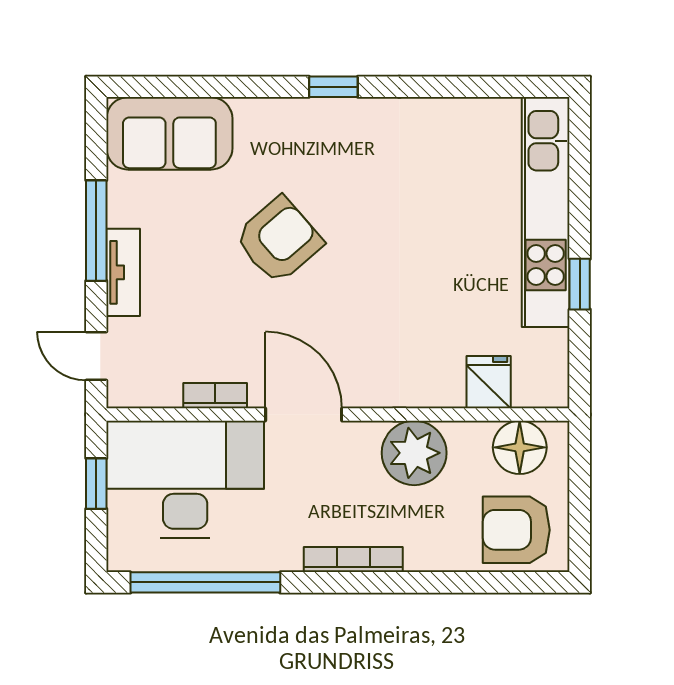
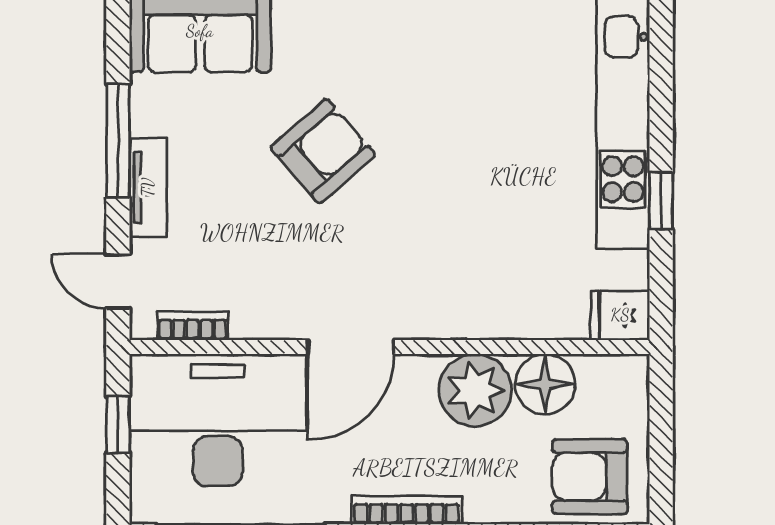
fridge: (489, 382) -> (620, 315), moved, turned -90
bookcase: (215, 396) -> (193, 326), moved
door: (304, 414) -> (351, 347), swing flipped
floor lamp: (520, 447) -> (545, 384), moved

